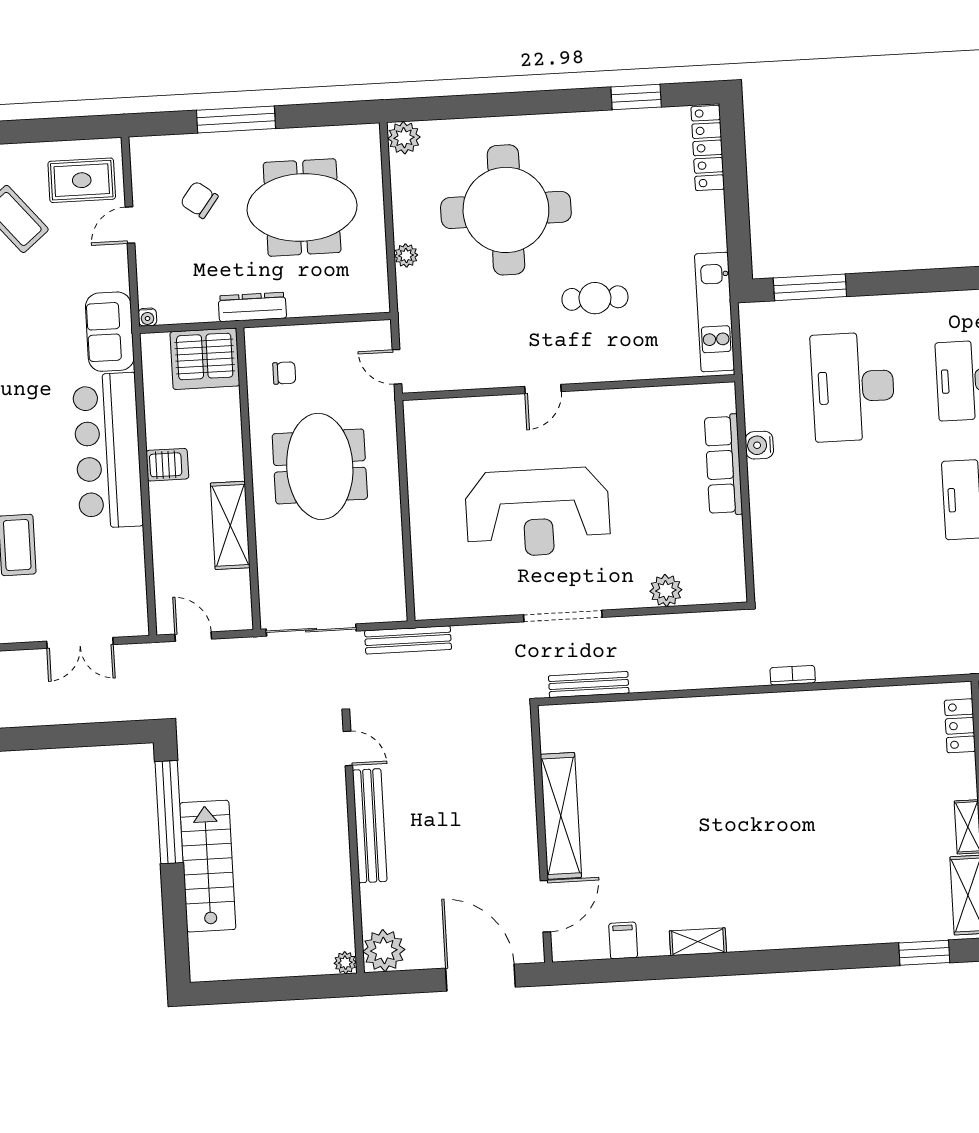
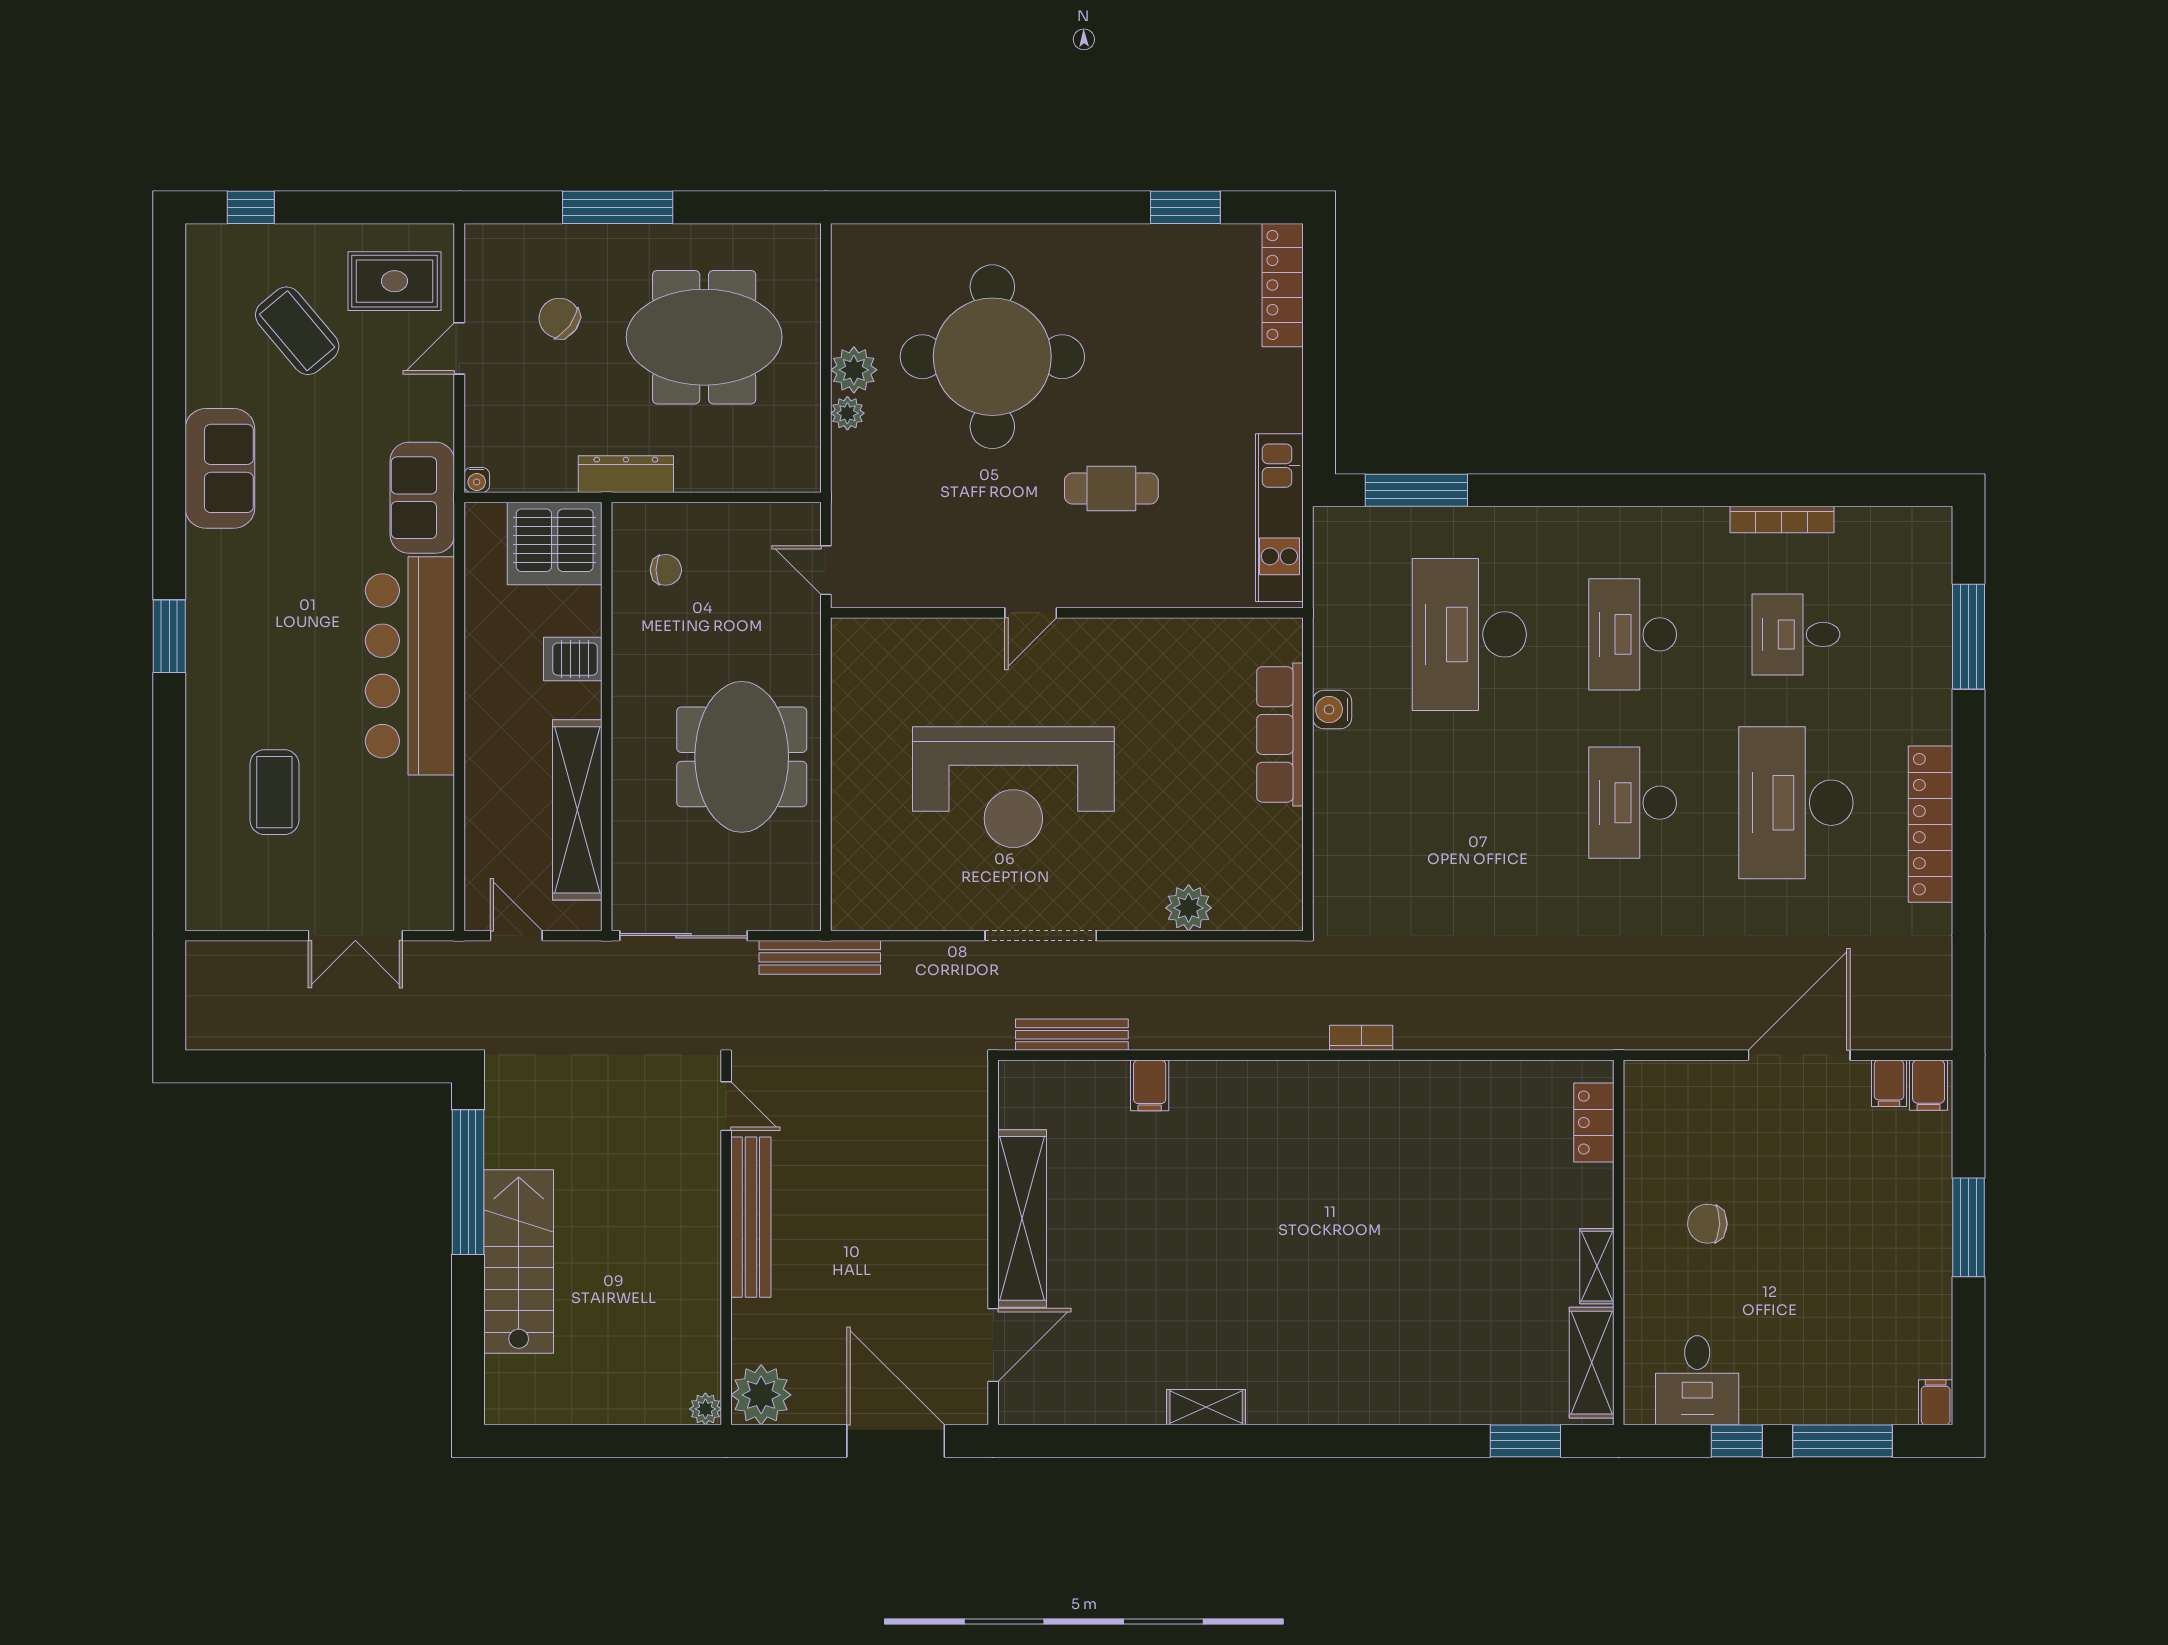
plant: (404, 138) -> (854, 370), moved
server rack: (167, 465) -> (573, 659), moved, turned 180
meeting table: (320, 466) -> (742, 757), moved
shelving: (230, 525) -> (577, 810), width x1.47
filing cabinet: (623, 940) -> (1150, 1085), moved, turned 180

